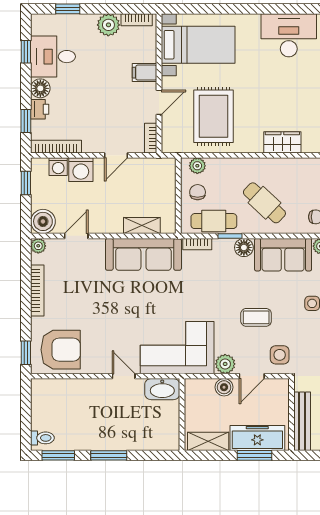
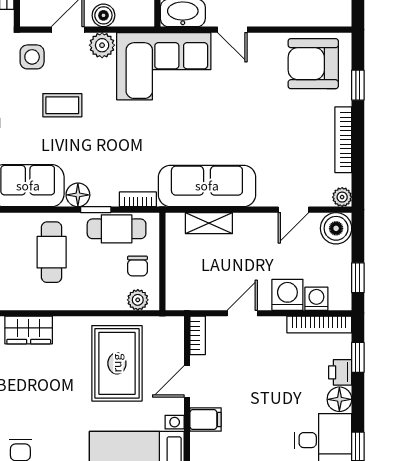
cafe table: (264, 203) -> (52, 252), turned 47
window: (26, 353) -> (358, 85), moved

